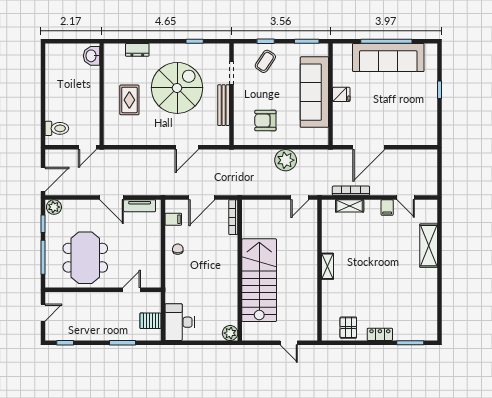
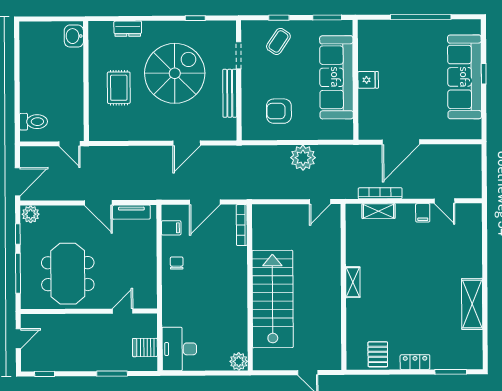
sofa: (388, 57) -> (465, 77), moved, turned 90
door: (87, 147) -> (69, 144), hinge flipped
shelving: (429, 246) -> (472, 304), moved

